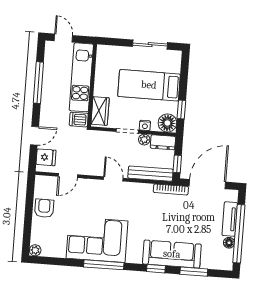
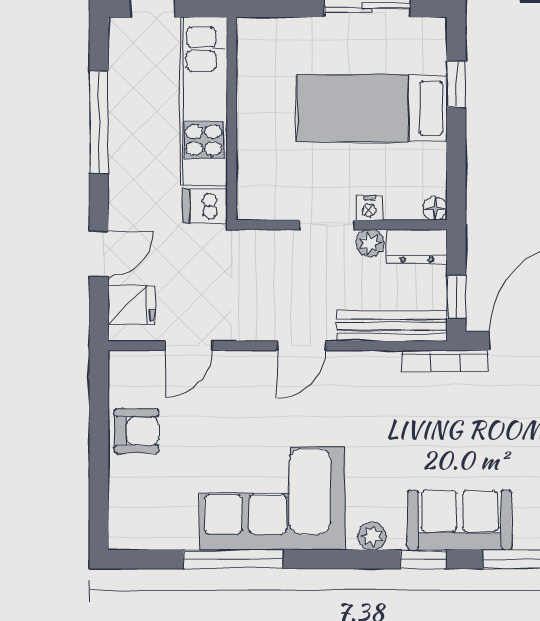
window: (181, 109) -> (456, 84), moved
wardrobe: (100, 111) -> (256, 181), removed
floor lamp: (167, 123) -> (435, 208), width x0.53, depth x0.53
door: (113, 179) -> (301, 346), swing flipped
armchair: (44, 208) -> (136, 431), turned 90
plant: (35, 250) -> (372, 536), moved
sofa: (172, 254) -> (460, 520), width x0.73
window: (104, 265) -> (233, 559), moved

